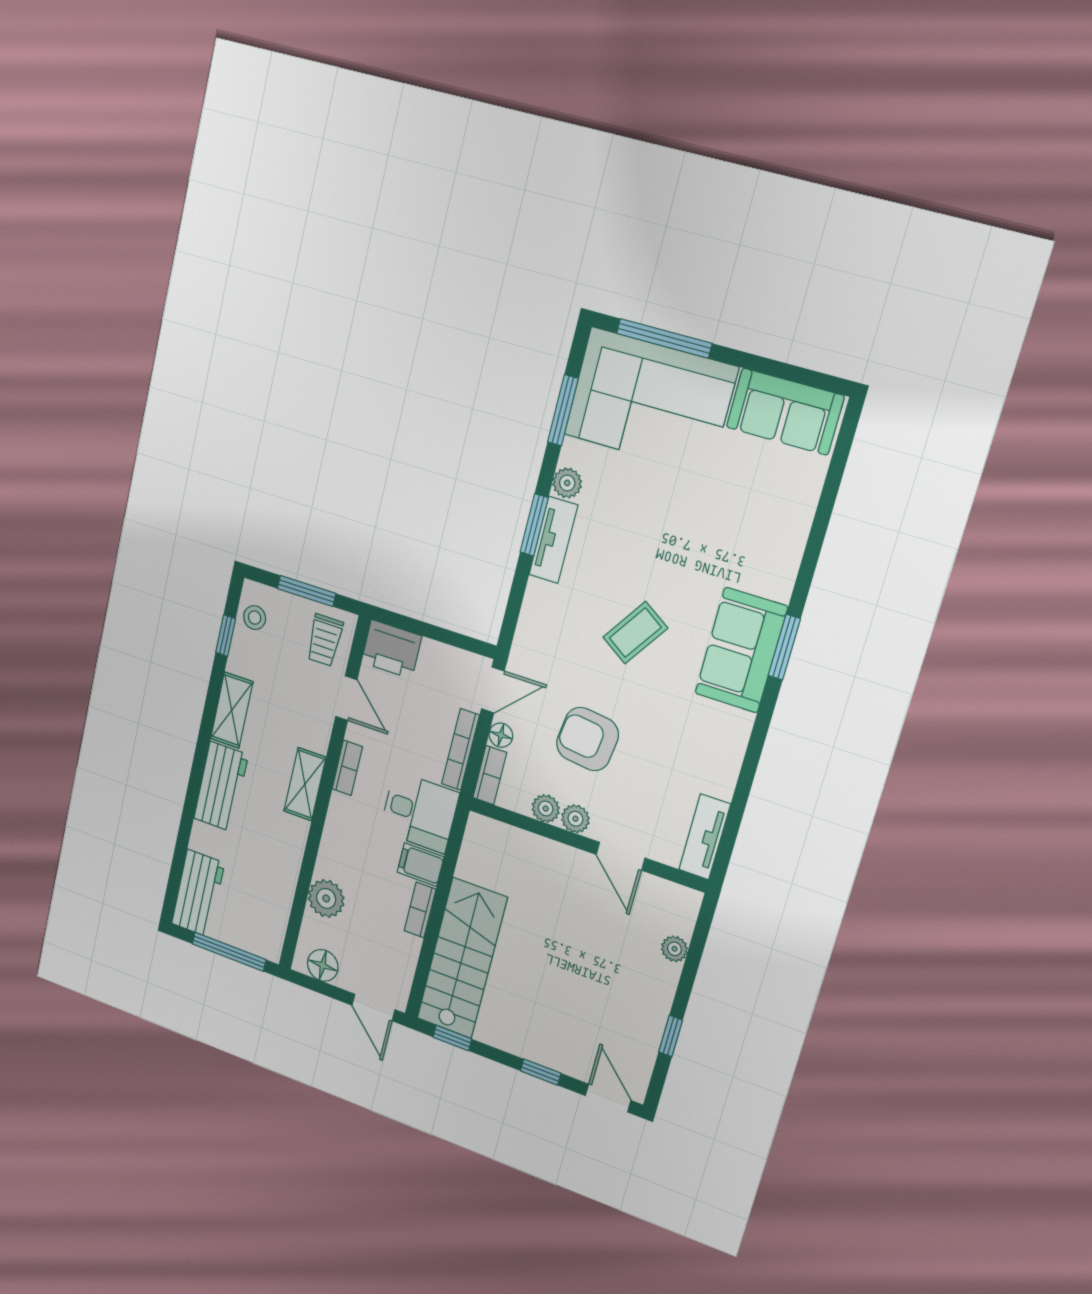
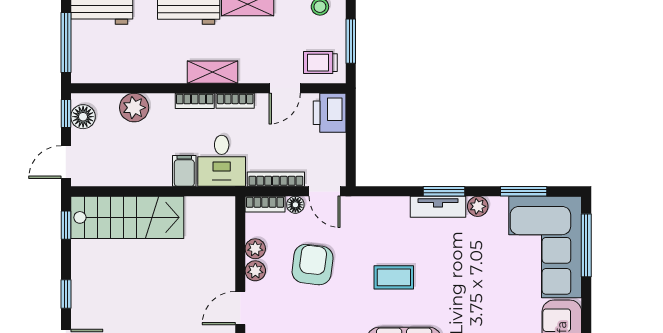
coffee table: (635, 633) -> (394, 277), turned -34
bookcase: (420, 910) -> (195, 101), moved, turned 180
window: (314, 985) -> (66, 114), added

